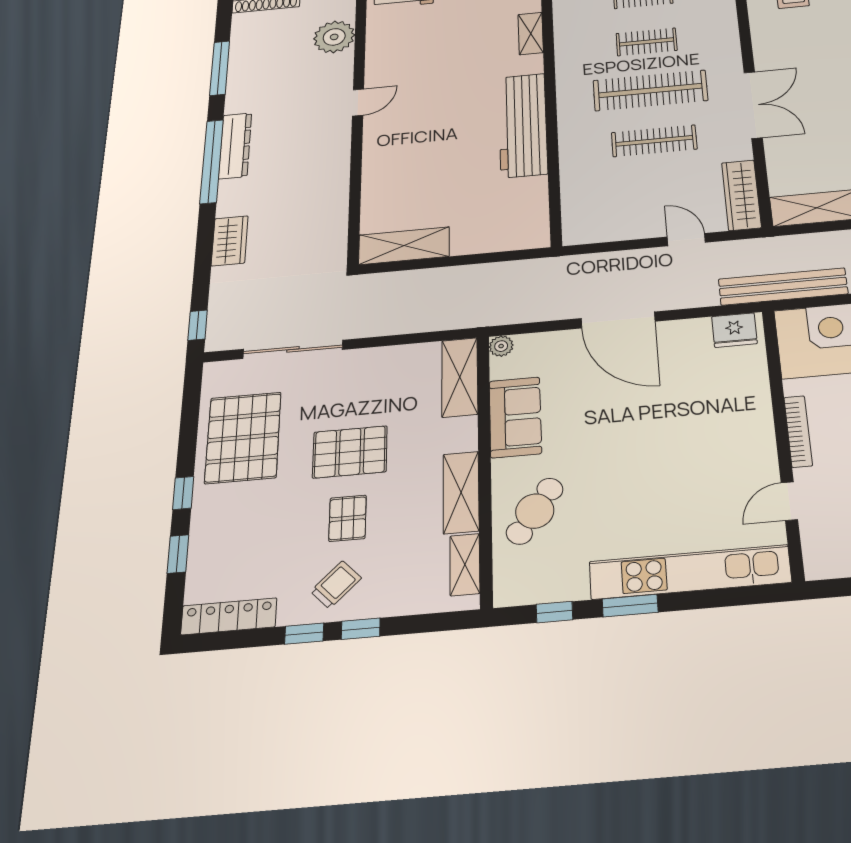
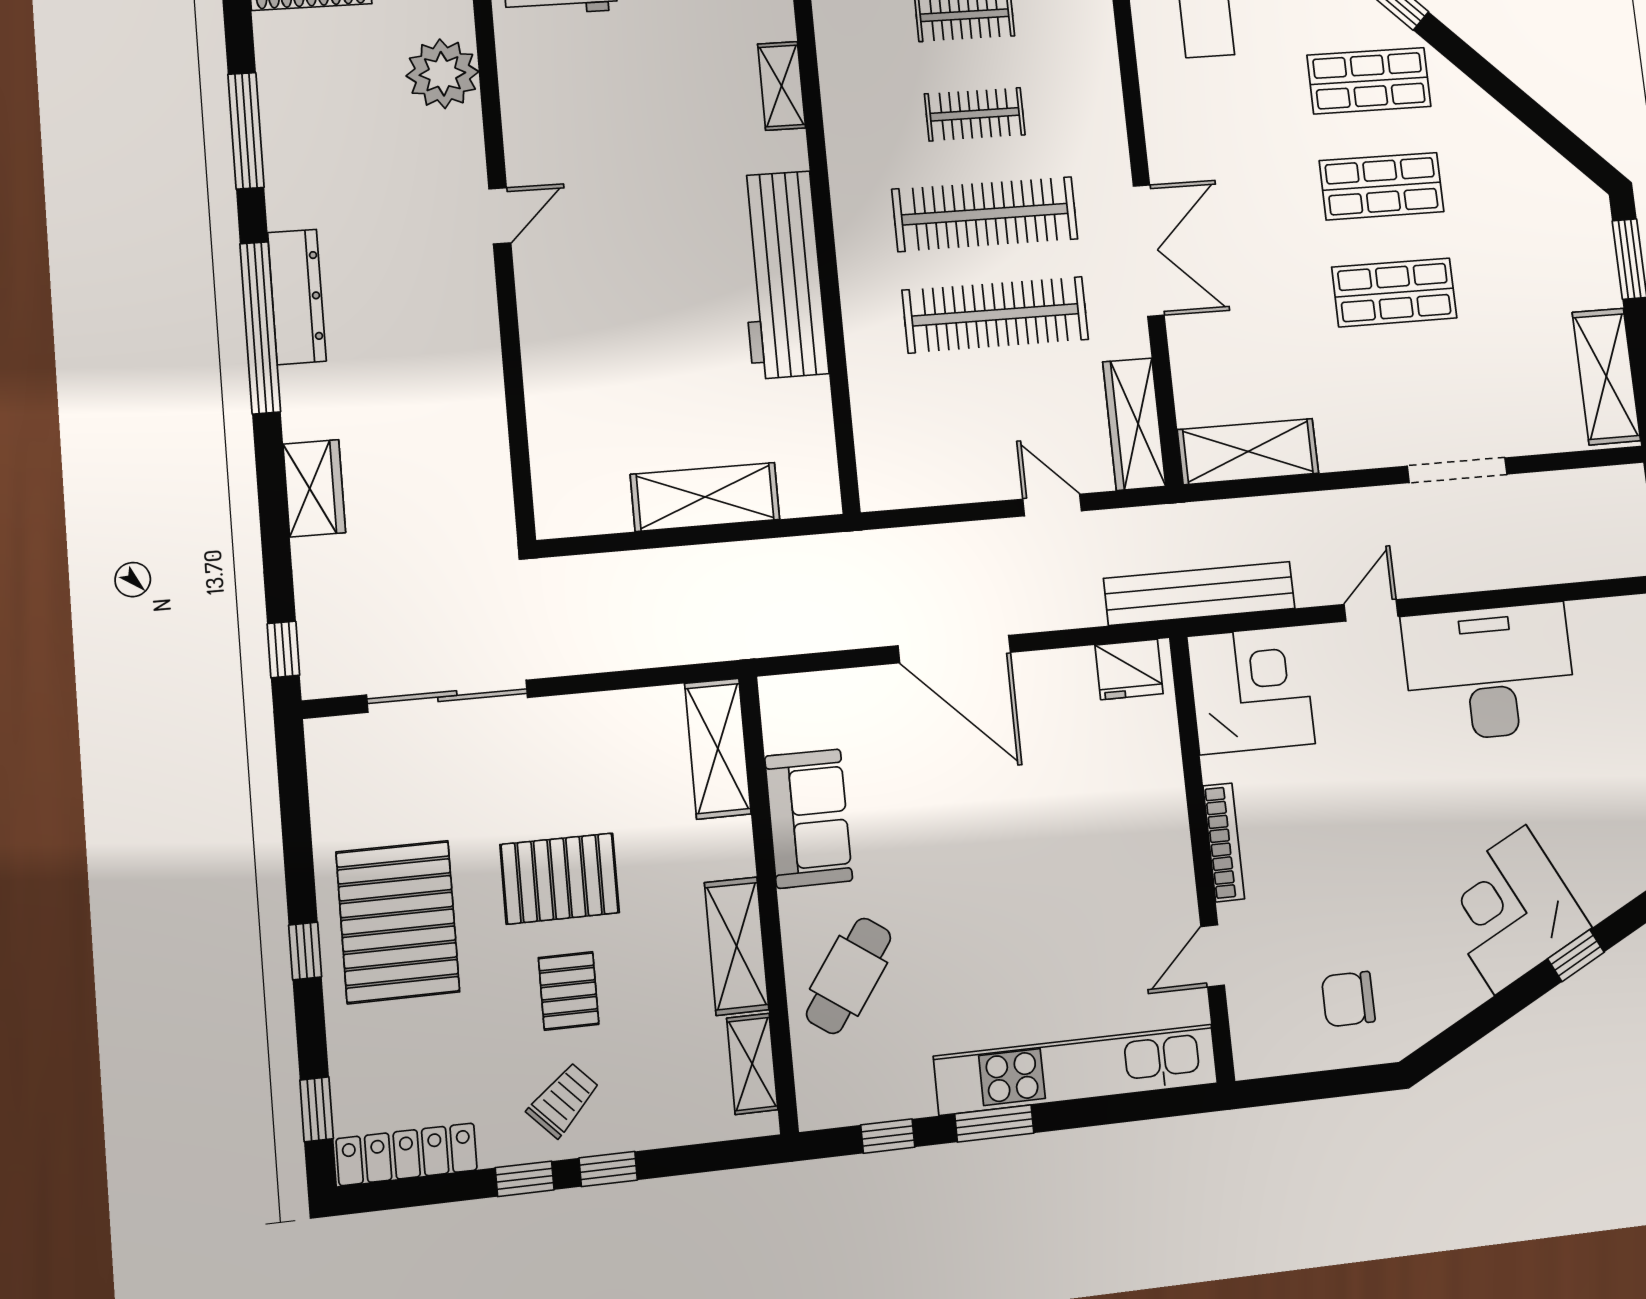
clothes rail: (654, 141) -> (995, 315), width x1.37, depth x1.31
shelving: (404, 246) -> (705, 497), moved
plant: (501, 346) -> (778, 694), removed
pallet: (243, 438) -> (398, 922), moved
window: (178, 554) -> (317, 1109), moved

